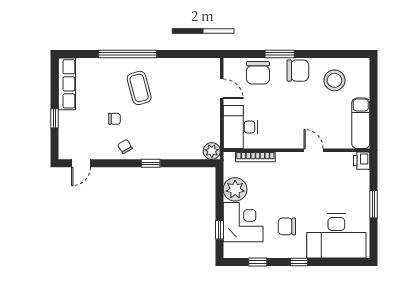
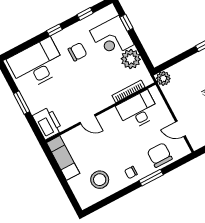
chair: (298, 71) -> (131, 172), width x0.54, depth x0.54
desk: (240, 127) -> (138, 110), moved, turned -90
printer: (362, 161) -> (48, 123), width x1.87, depth x1.48

